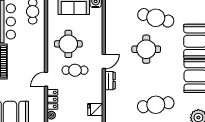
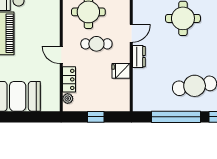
door: (46, 79) -> (61, 55), hinge flipped
fridge: (95, 109) -> (121, 71), moved

